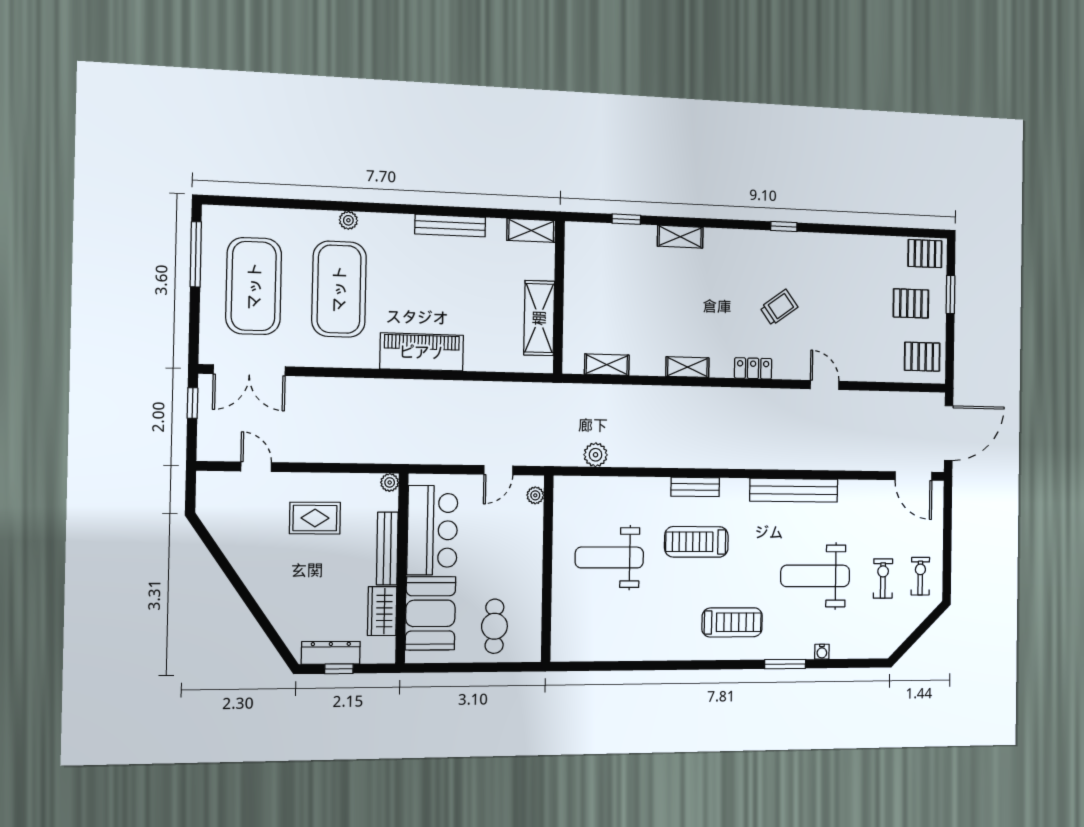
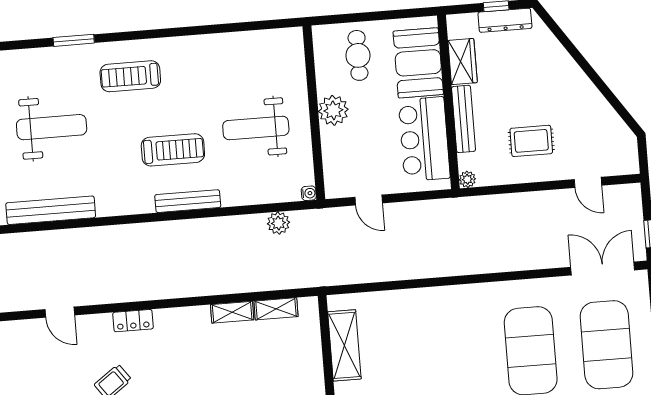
piano: (422, 352) -> (450, 302), removed
shelving: (687, 367) -> (232, 312), moved
door: (498, 470) -> (369, 200), swing flipped
bench: (695, 487) -> (188, 201), width x1.36
bench: (794, 490) -> (51, 210), moved
plant: (535, 495) -> (333, 110), moved, width x1.88, depth x1.88
weight bench: (609, 557) -> (256, 128), turned 180
water cooler: (822, 652) -> (309, 193), moved, turned 90

